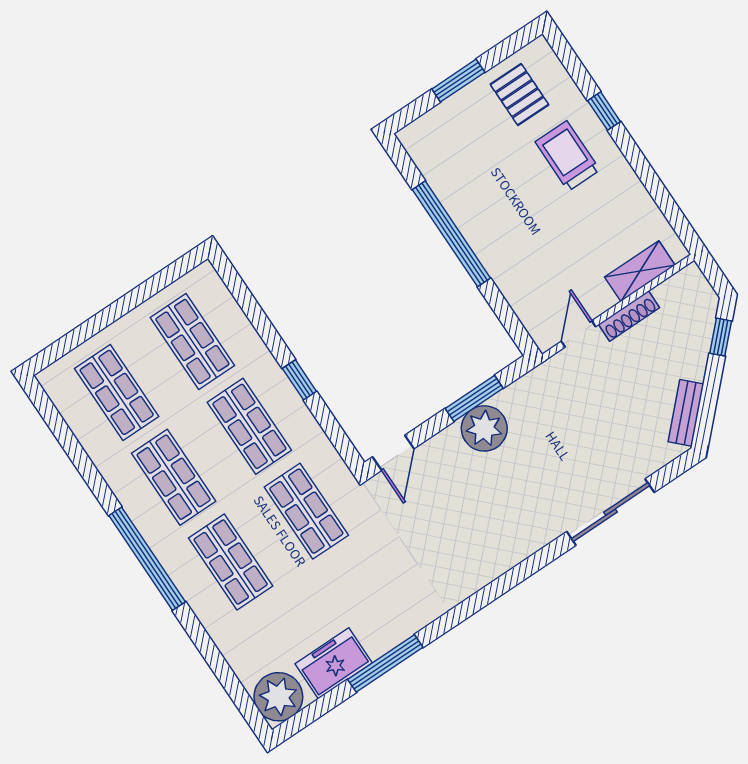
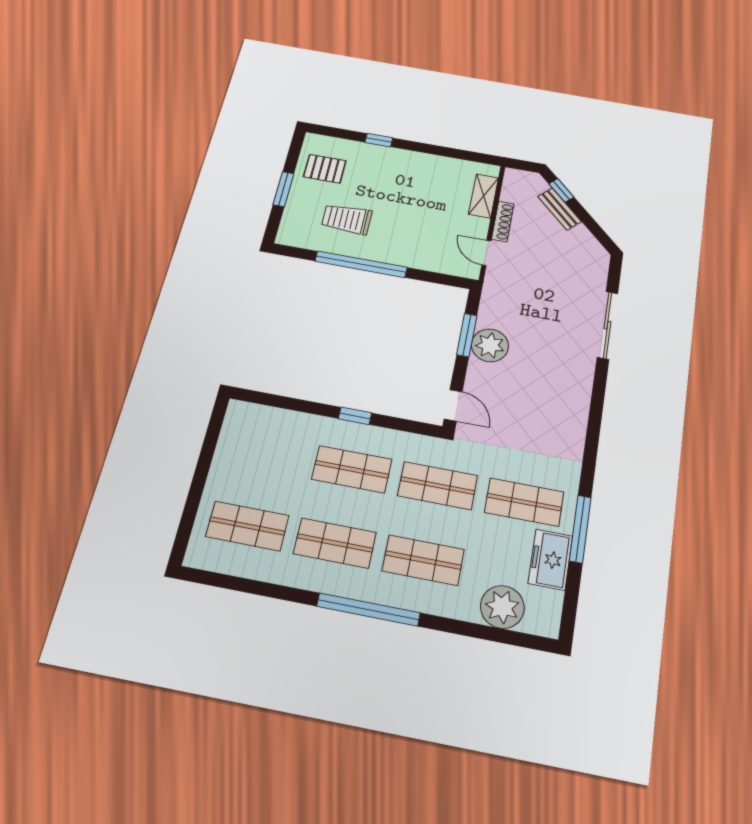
trolley: (567, 156) -> (347, 219), moved
shop shelf: (192, 342) -> (524, 502), moved
bench: (686, 413) -> (560, 209), moved
plant: (278, 697) -> (502, 607), moved

